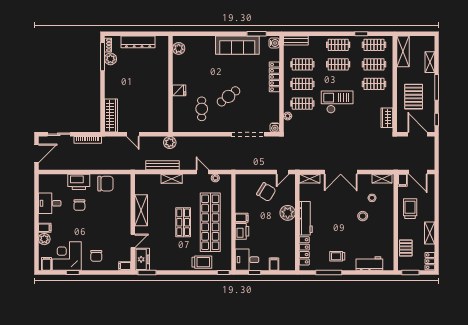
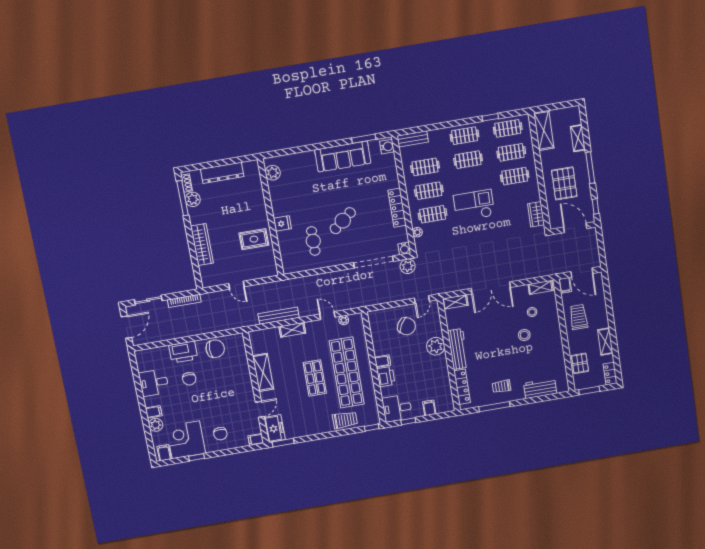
locker: (274, 77) -> (397, 208), moved
rug: (154, 99) -> (254, 239), added
wardrobe: (111, 116) -> (202, 245), moved
plant: (170, 142) -> (408, 266), moved

